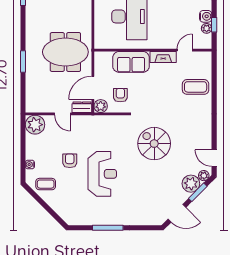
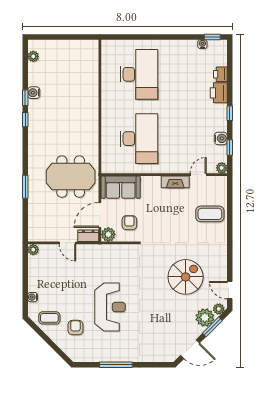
plant: (207, 28) -> (222, 168), moved
sofa: (131, 62) -> (121, 187), moved
plant: (35, 125) -> (33, 250), width x0.53, depth x0.53
spiral stairs: (154, 144) -> (186, 277), moved, turned 90
armchair: (70, 161) -> (75, 328), moved

